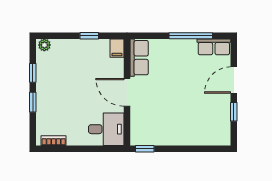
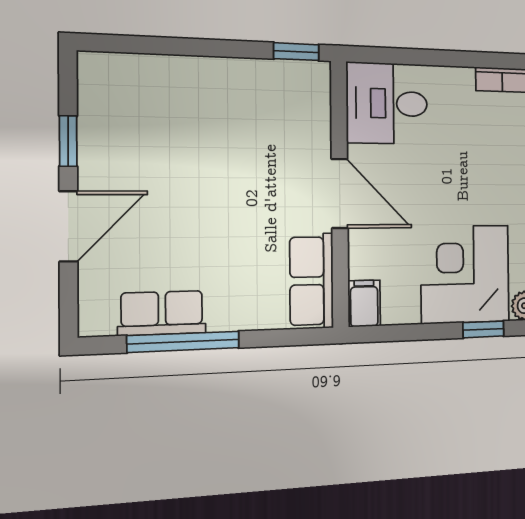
window: (89, 36) -> (483, 329), moved
row of seats: (214, 47) -> (162, 313), moved
corner desk: (72, 59) -> (465, 274), added

